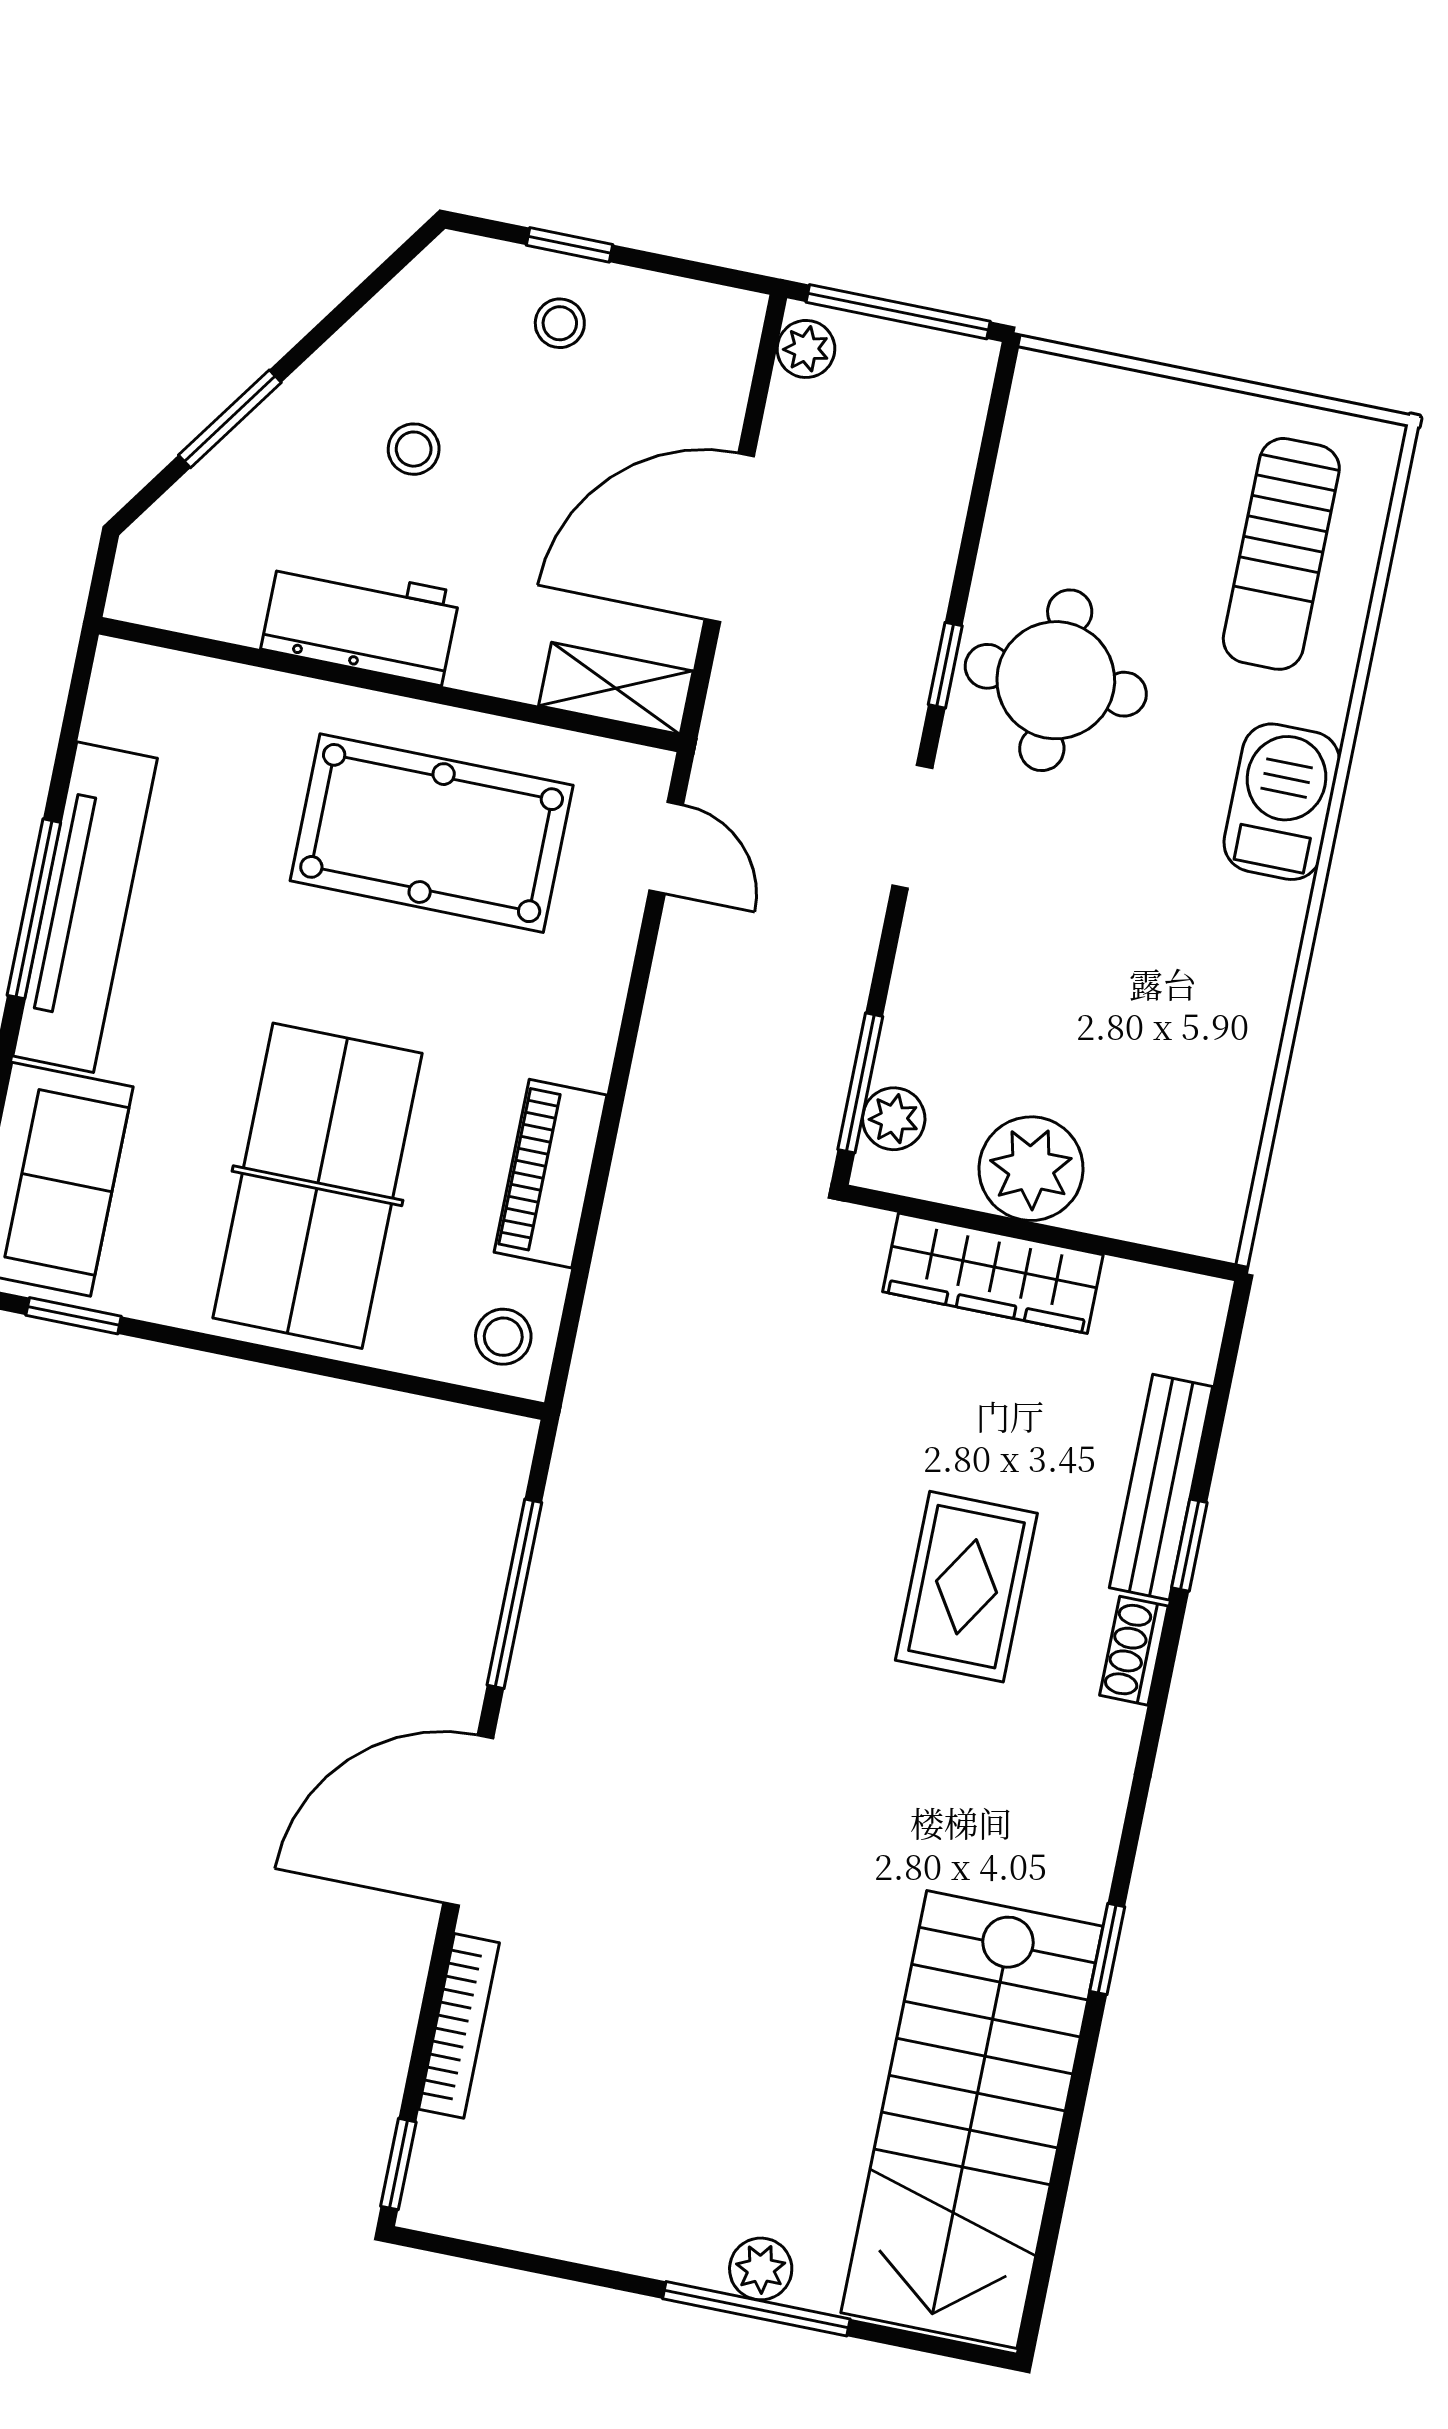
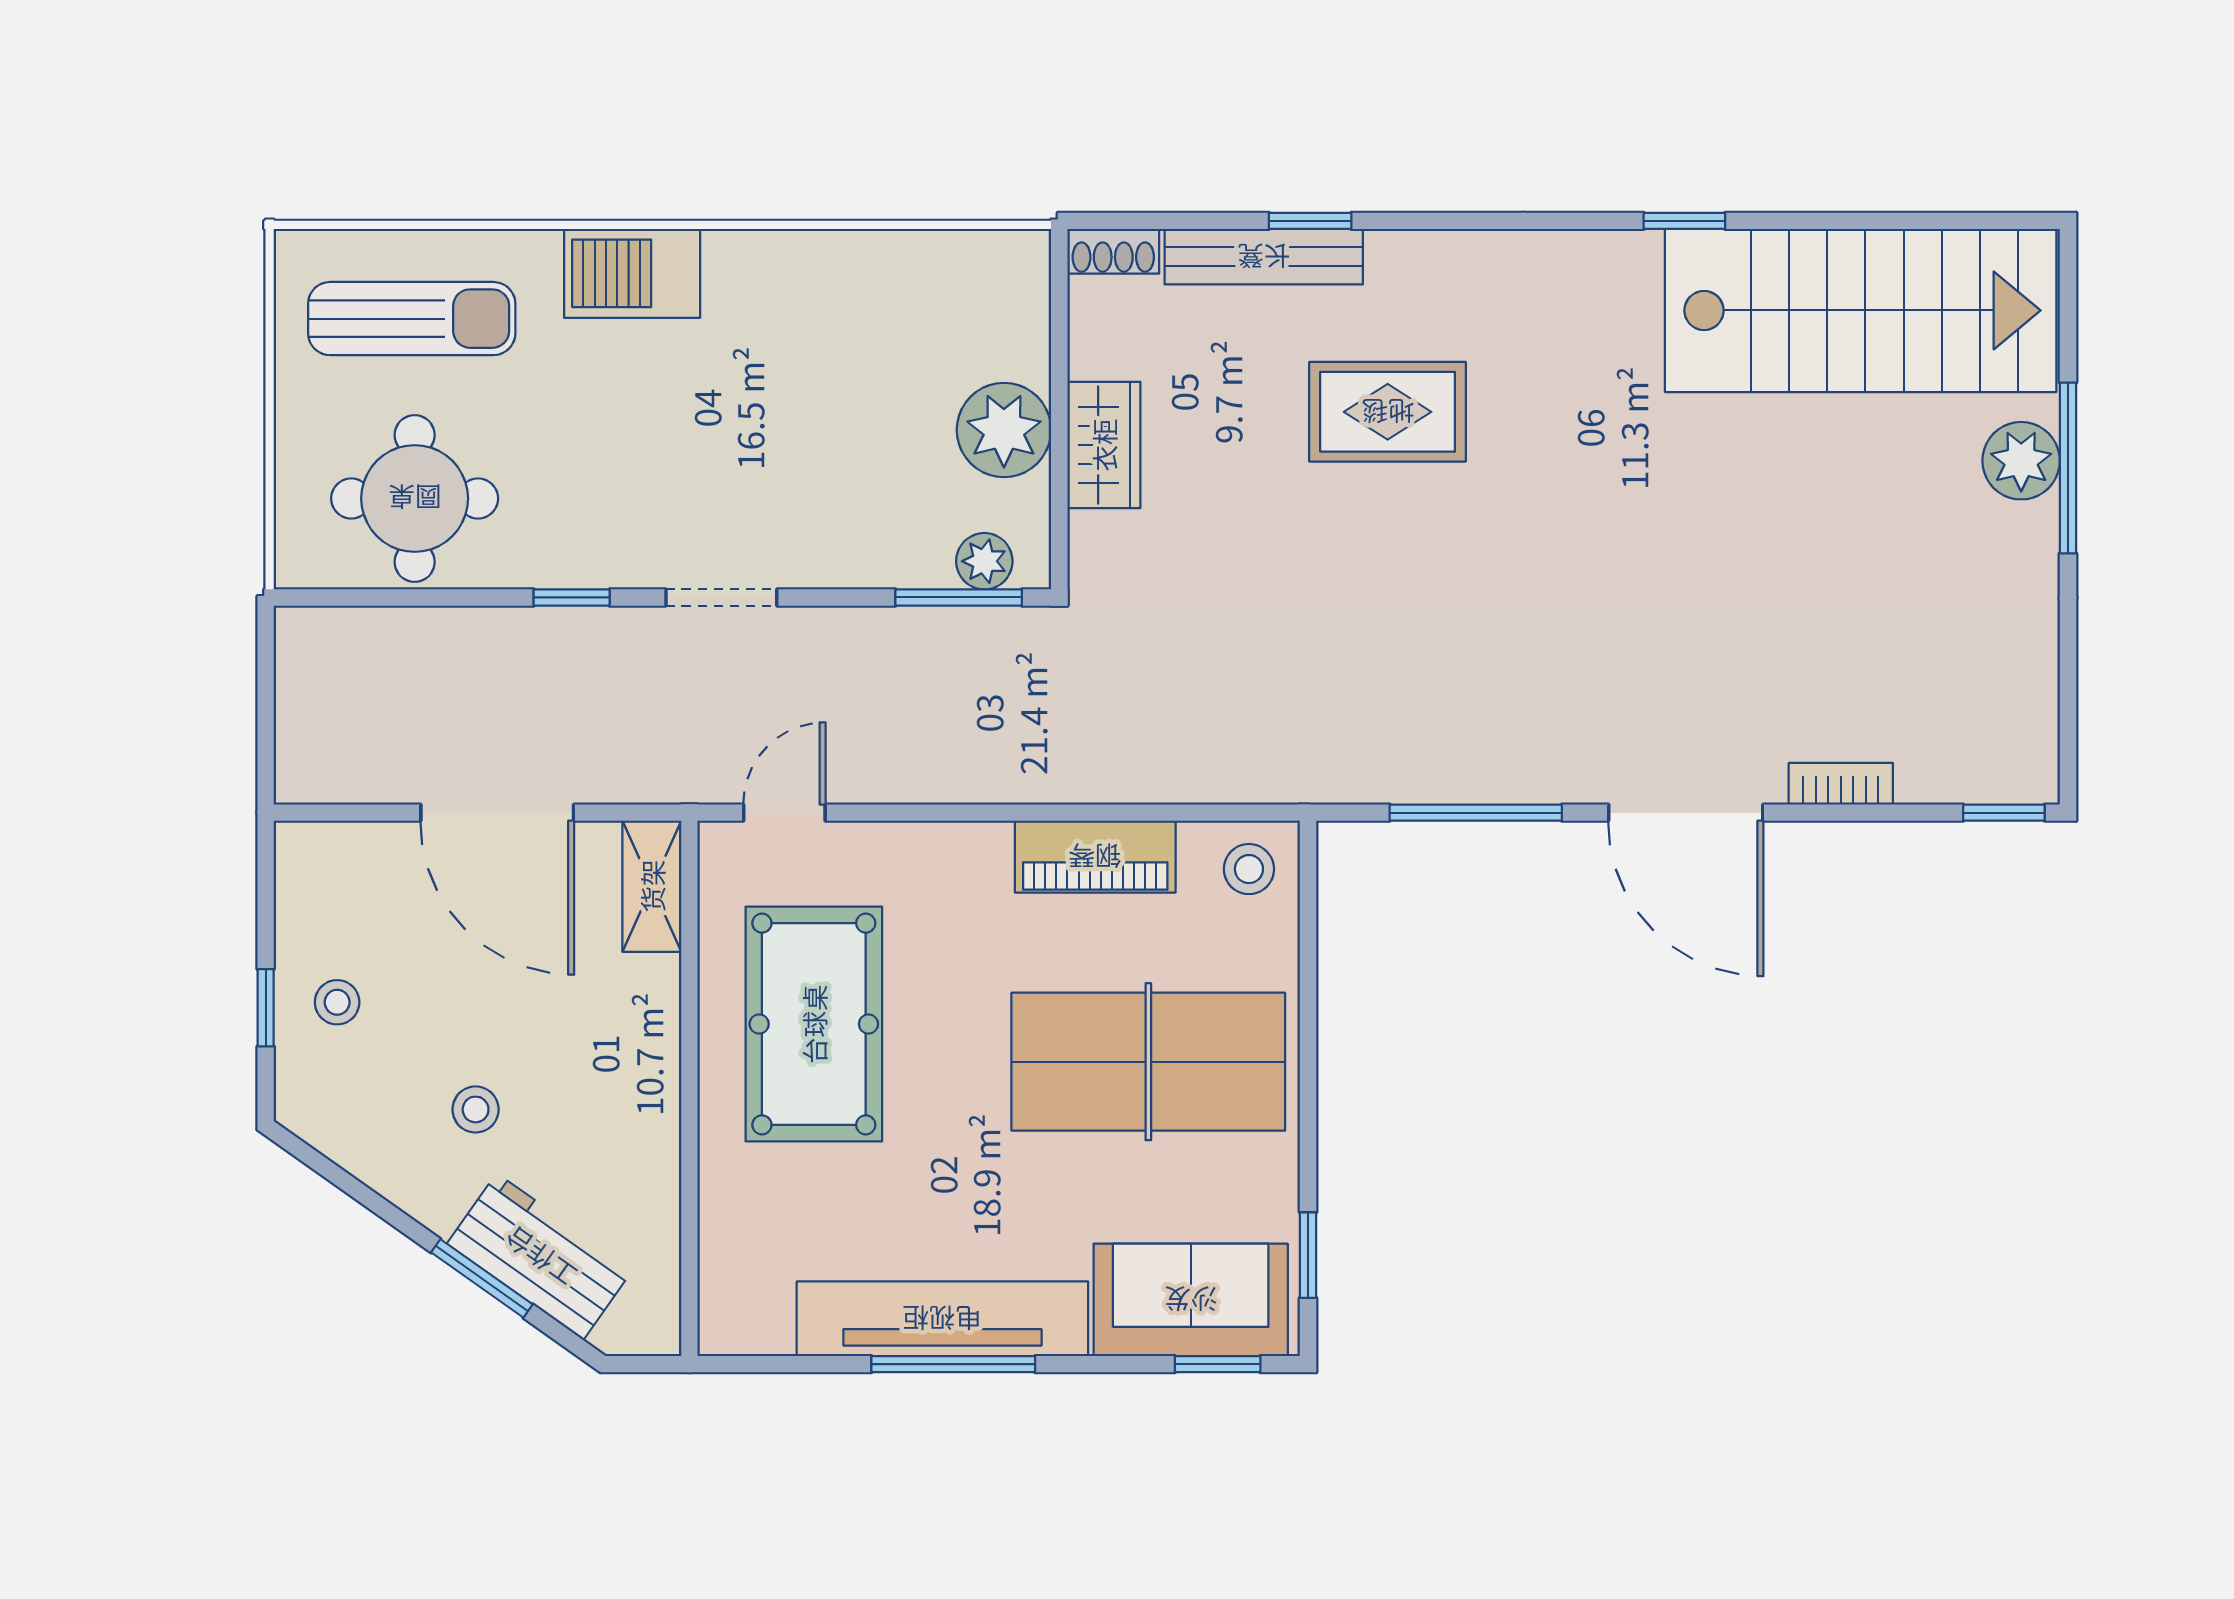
window: (898, 312) -> (266, 703), removed
plant: (806, 349) -> (315, 779), removed
workbench: (361, 621) -> (540, 1257), moved, turned 125
round table: (1056, 680) -> (415, 498), moved
wardrobe: (993, 1273) -> (1104, 445), width x0.67
shoe rack: (1134, 1651) -> (1113, 251), moved
bookcase: (459, 2026) -> (1841, 784), width x0.64
plant: (761, 2269) -> (2021, 461), width x1.38, depth x1.38

